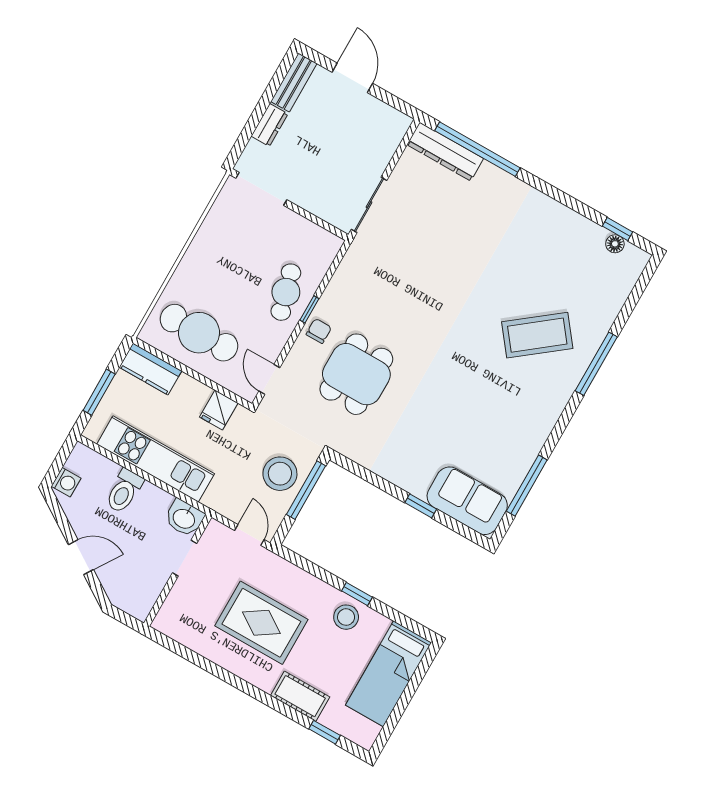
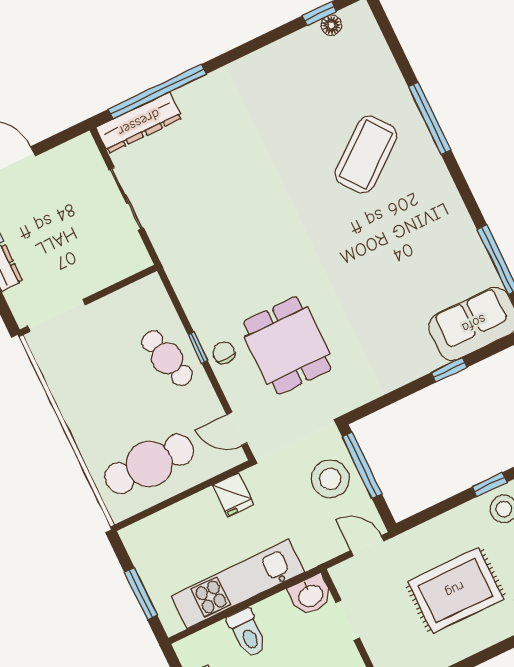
sliding door: (369, 205) -> (126, 199), moved
kitchen counter: (150, 369) -> (152, 532), removed

